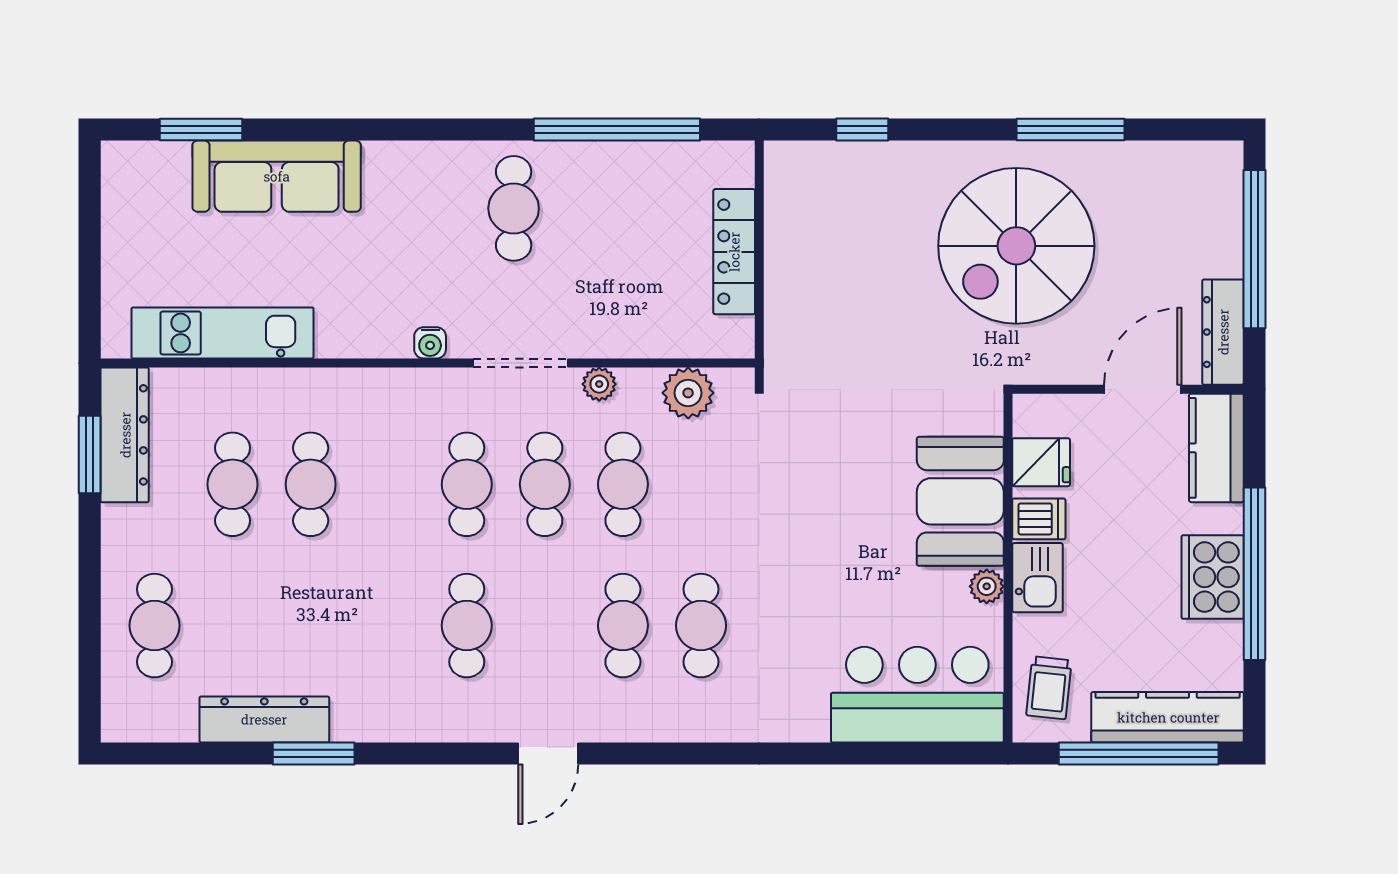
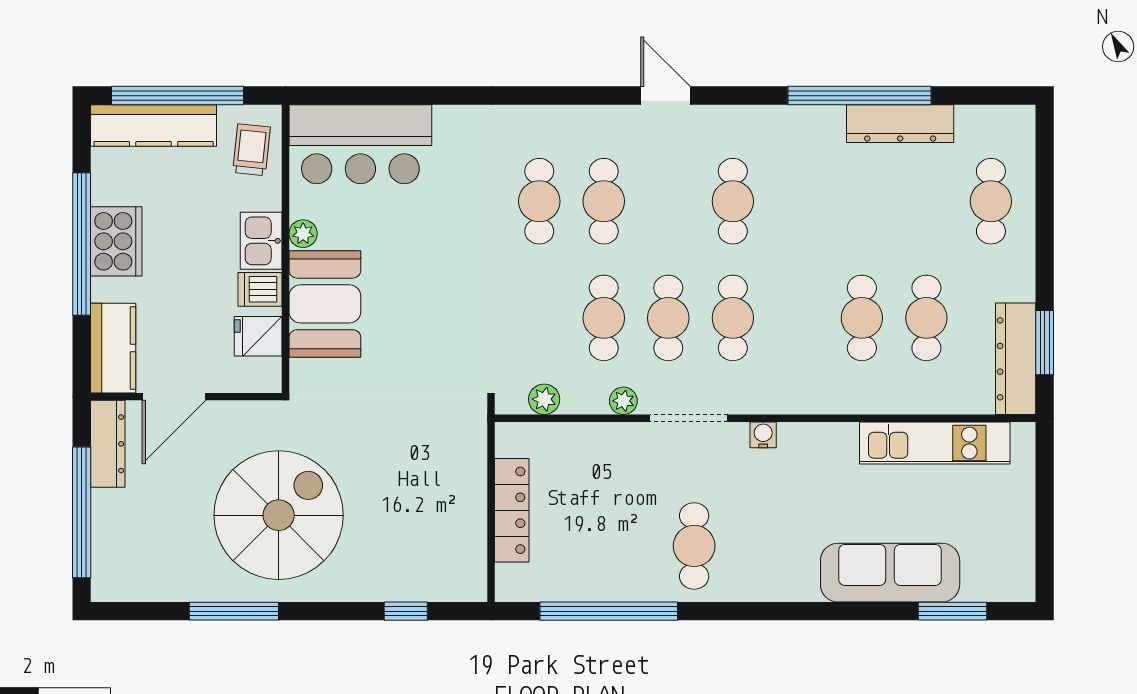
plant: (688, 393) -> (544, 399), width x0.73, depth x0.73
window: (314, 753) -> (859, 96), width x2.11
door: (548, 753) -> (665, 96), hinge flipped

